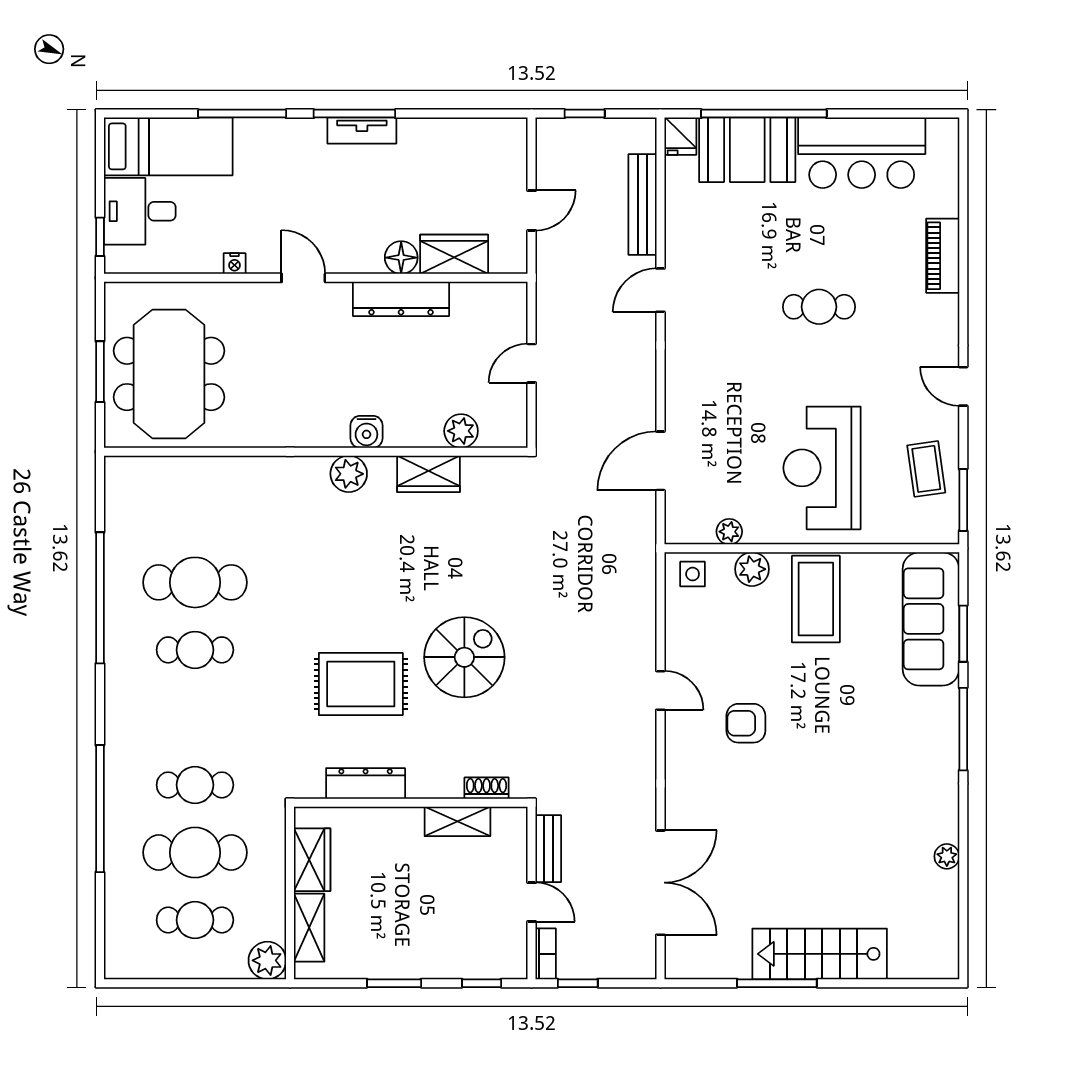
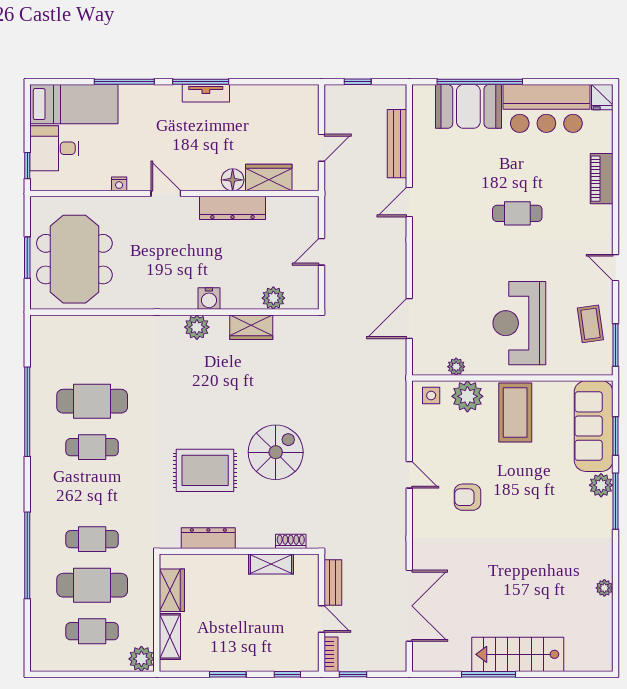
fridge: (681, 136) -> (602, 97), moved
plant: (752, 569) -> (467, 396), width x1.36, depth x1.36
plant: (942, 706) -> (601, 485), added

